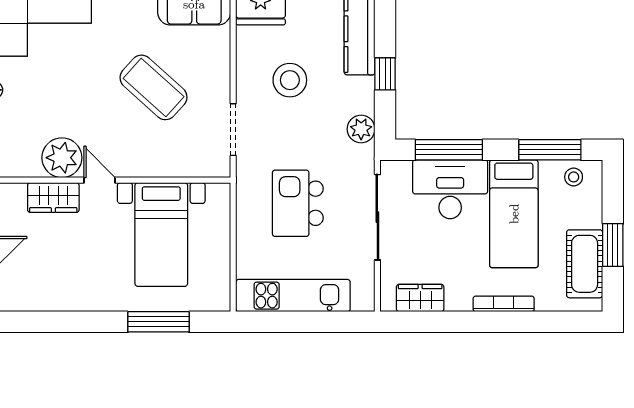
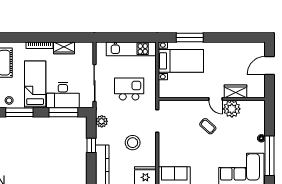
coffee table: (154, 87) -> (208, 126), moved, width x0.54, depth x0.58
kitchen island: (298, 203) -> (129, 89), turned -90
bed with nightstands: (161, 235) -> (181, 61), moved, turned 90
wardrobe: (420, 298) -> (64, 48), moved

